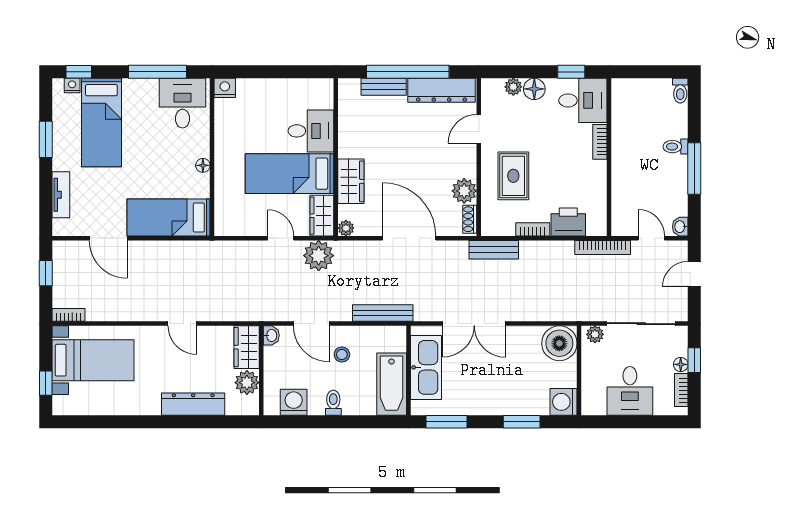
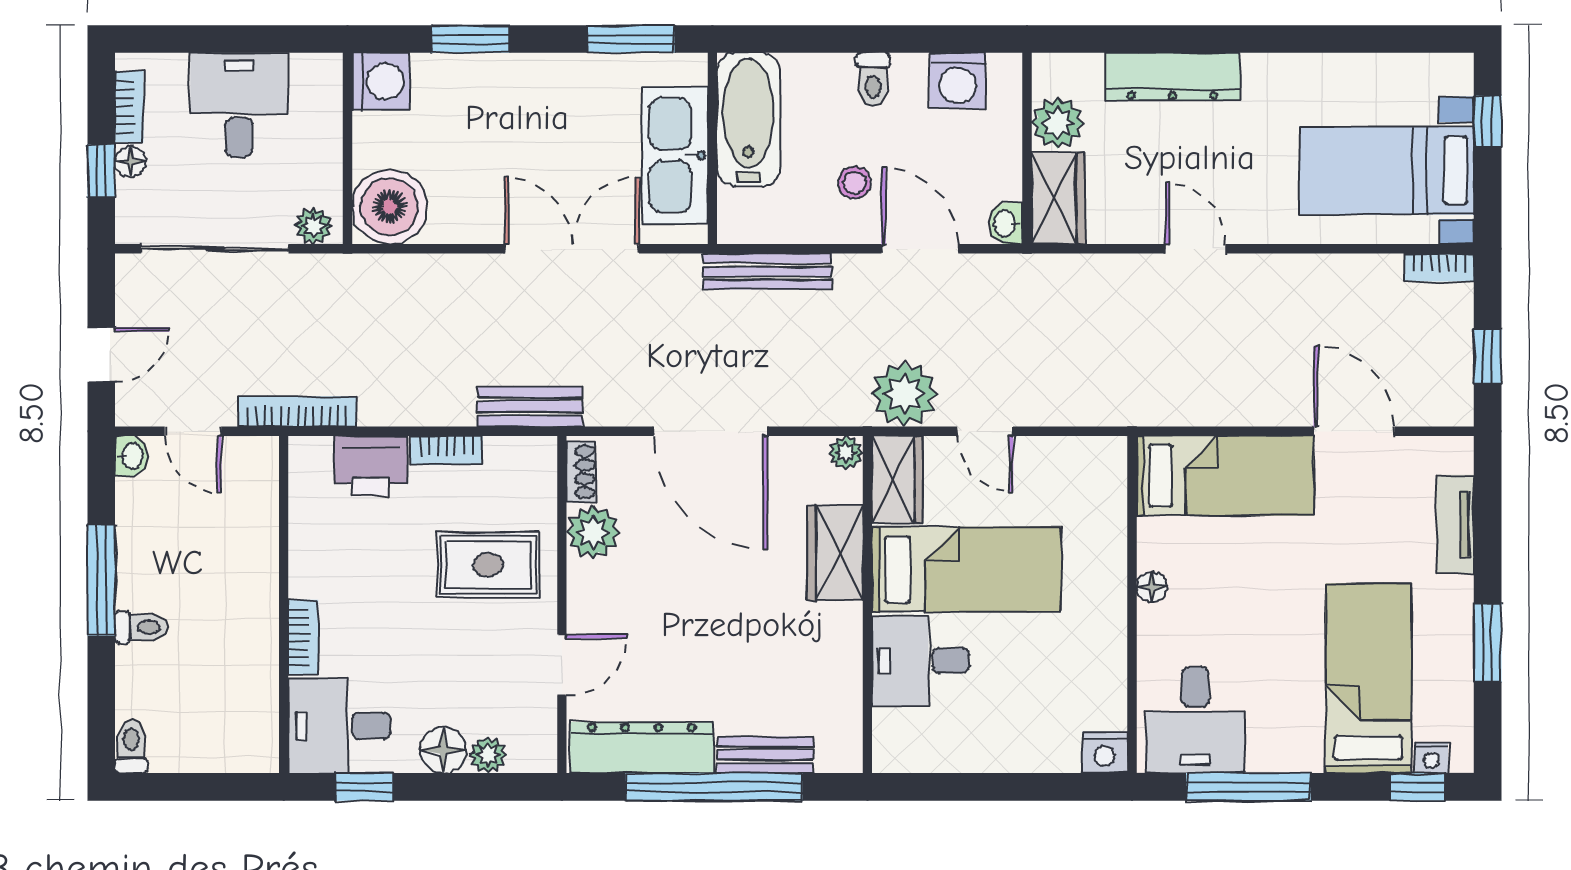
rug: (513, 176) -> (488, 565), turned 90

